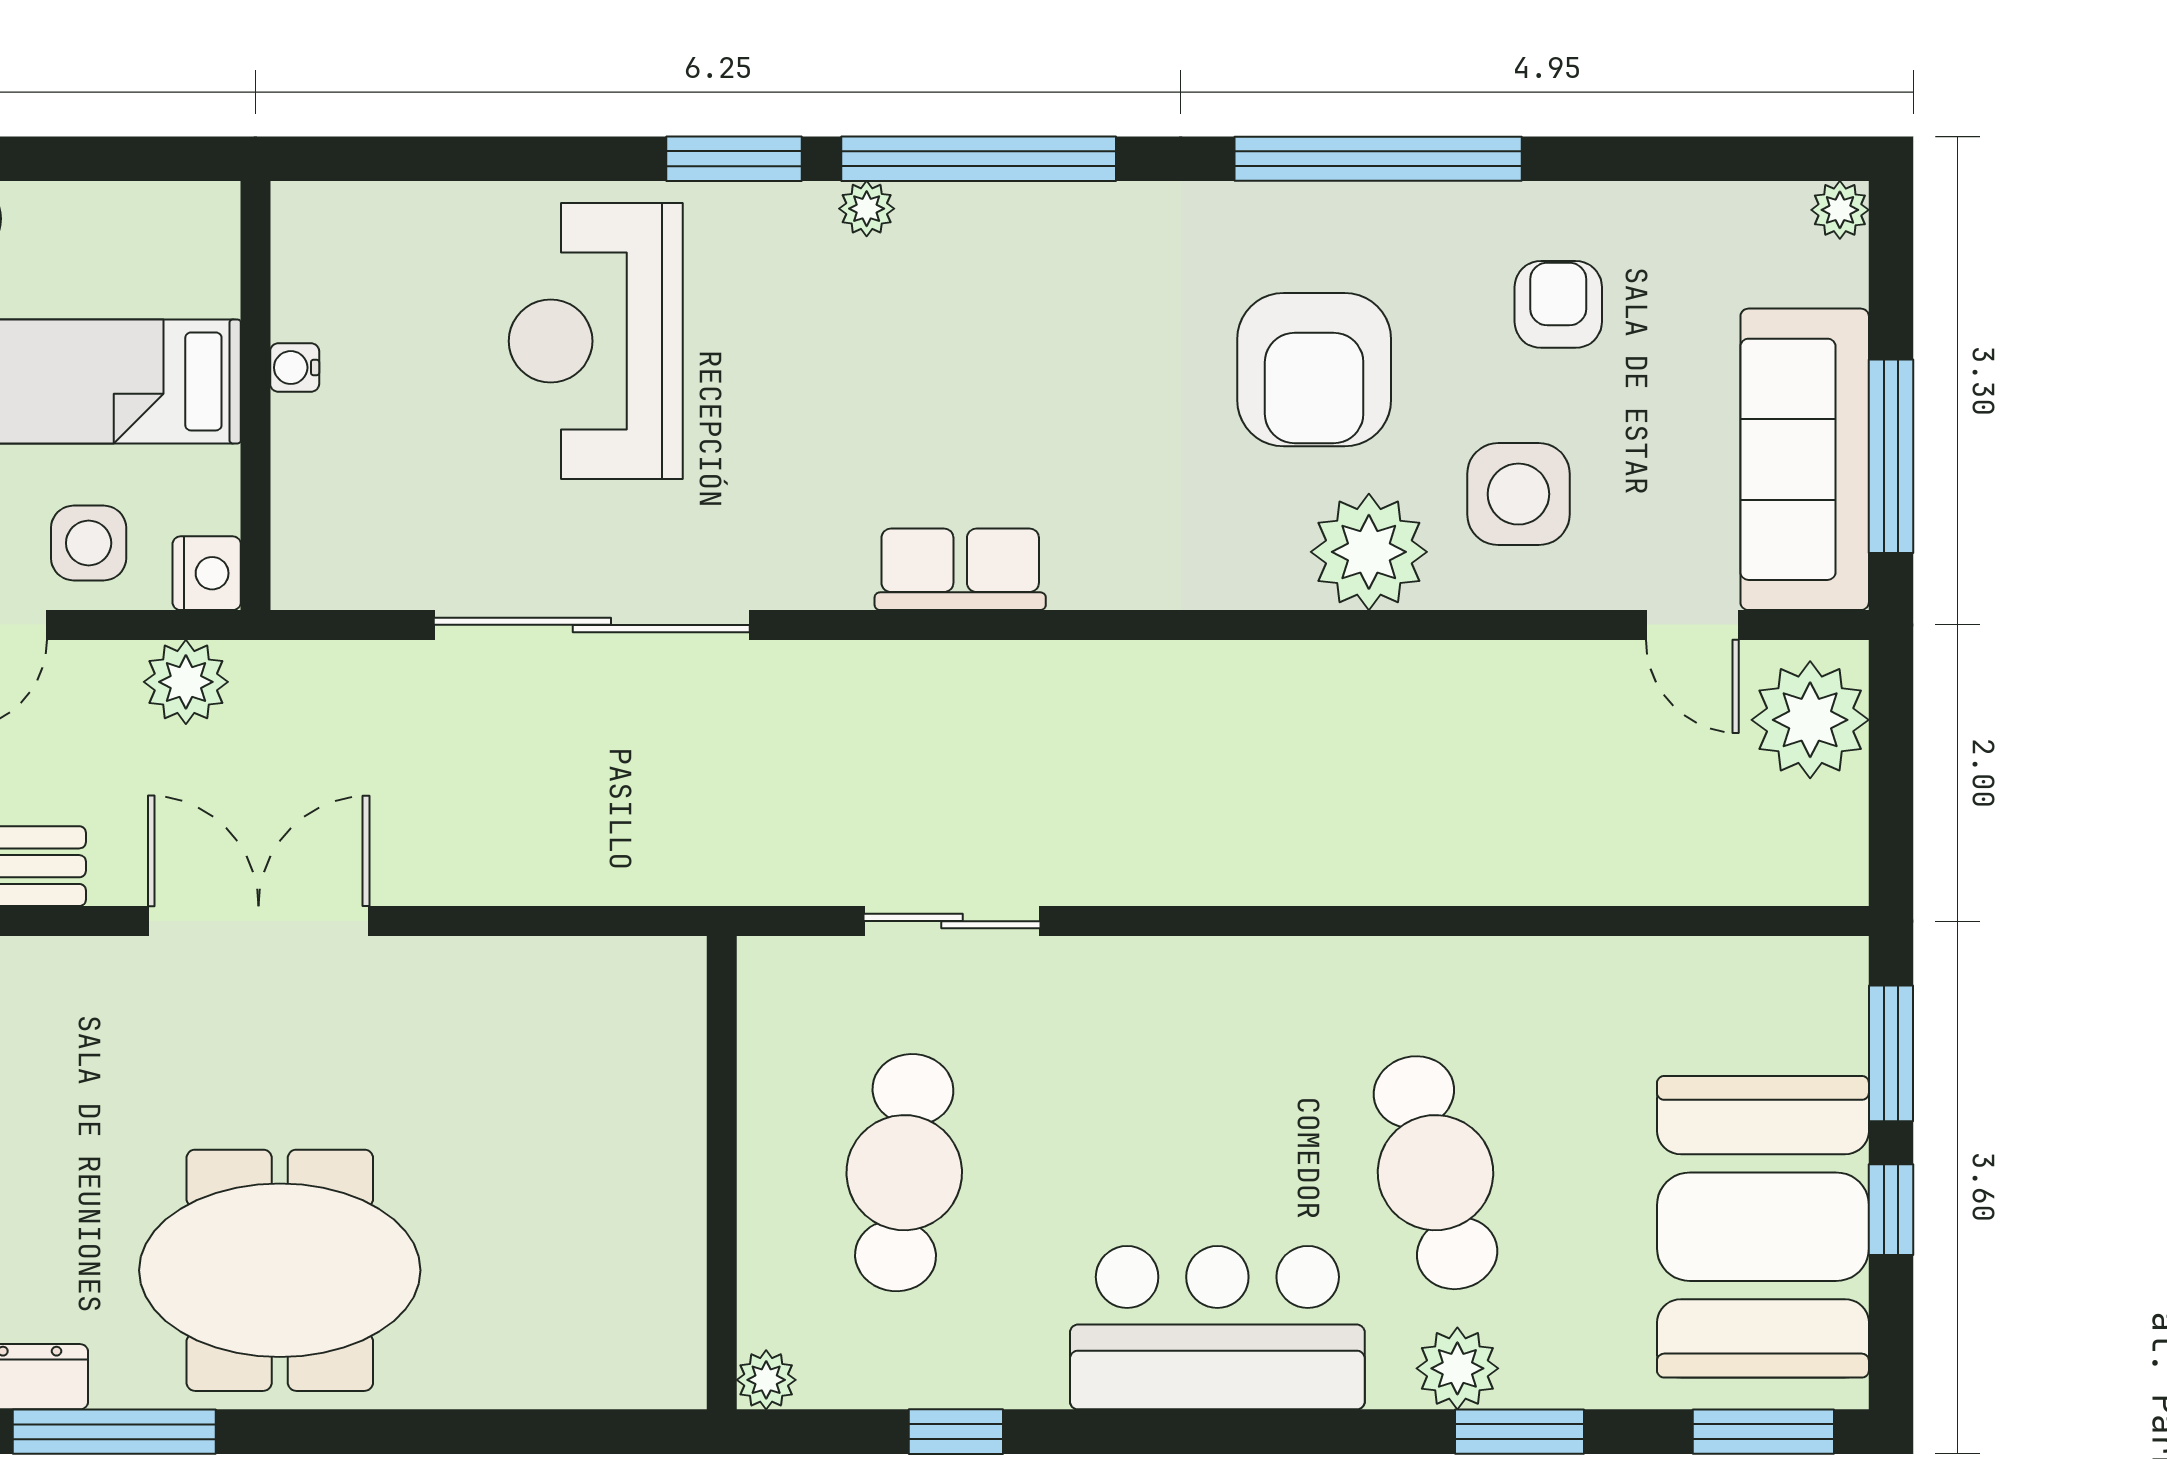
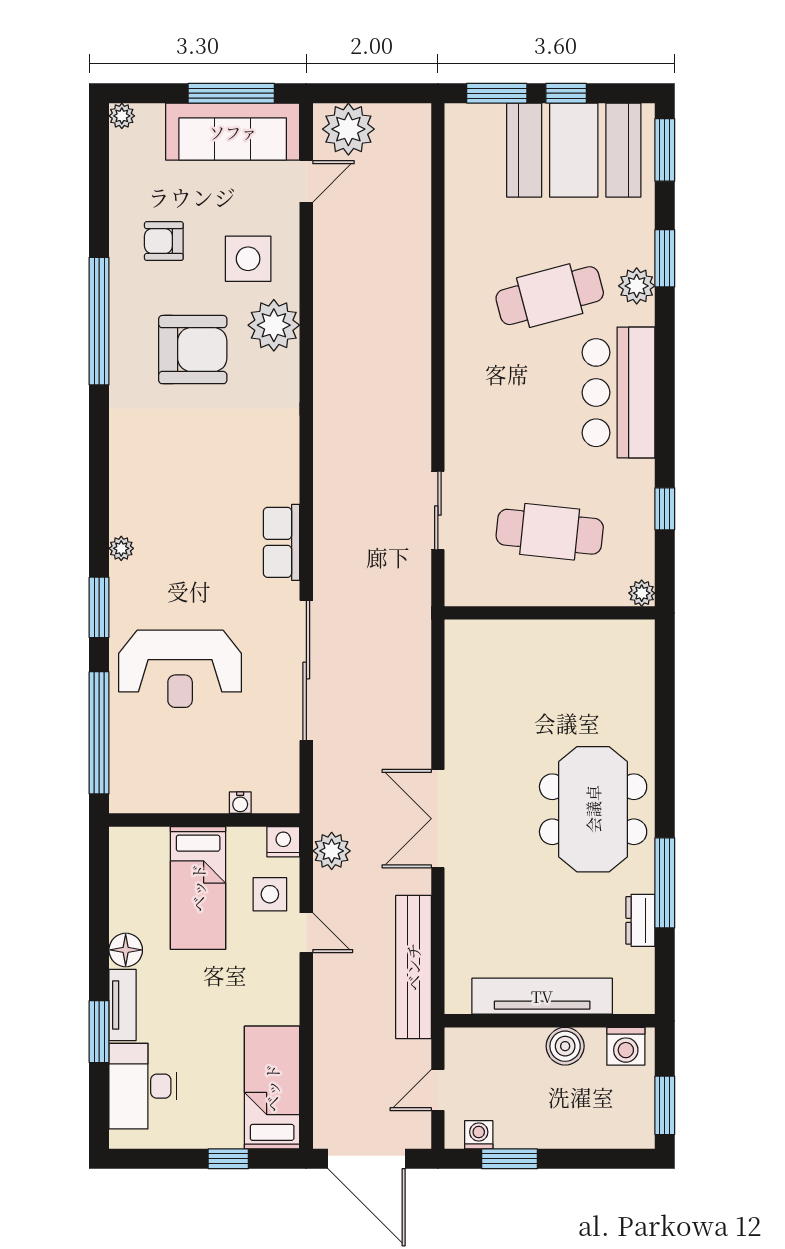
window: (979, 159) -> (99, 733), moved
water cooler: (295, 368) -> (240, 803), moved
row of seats: (960, 569) -> (282, 542), moved

